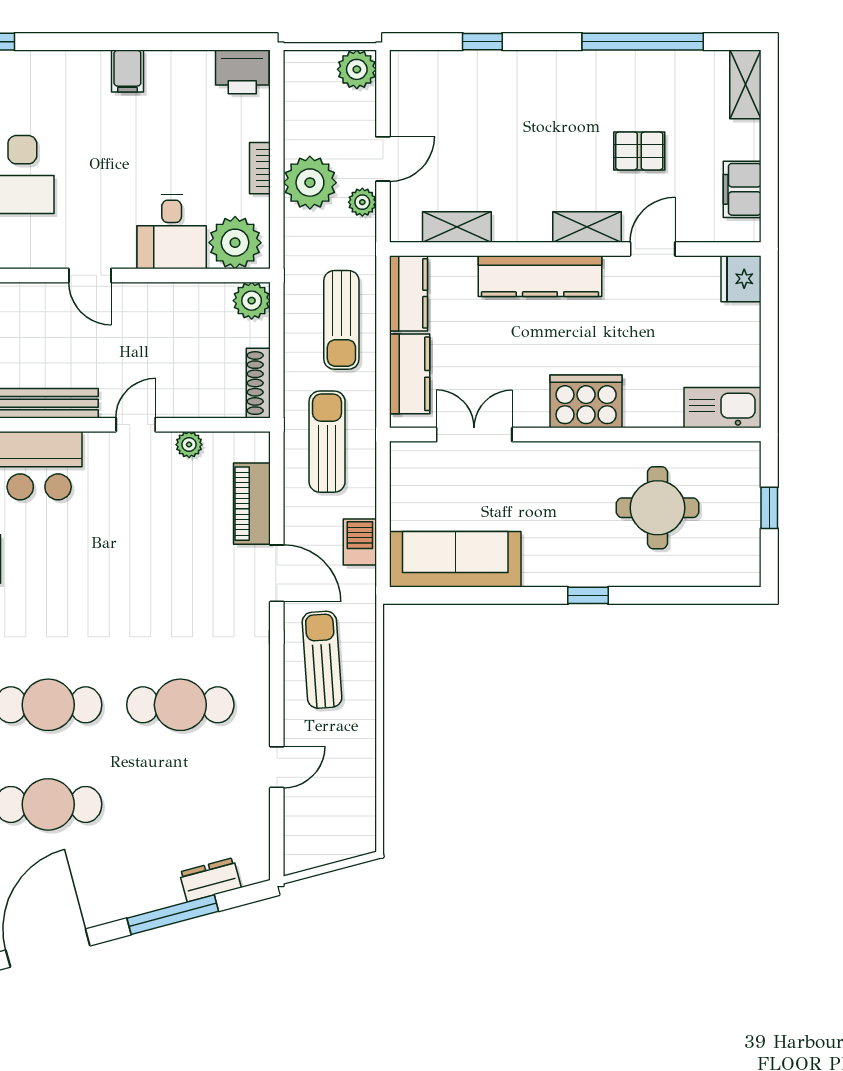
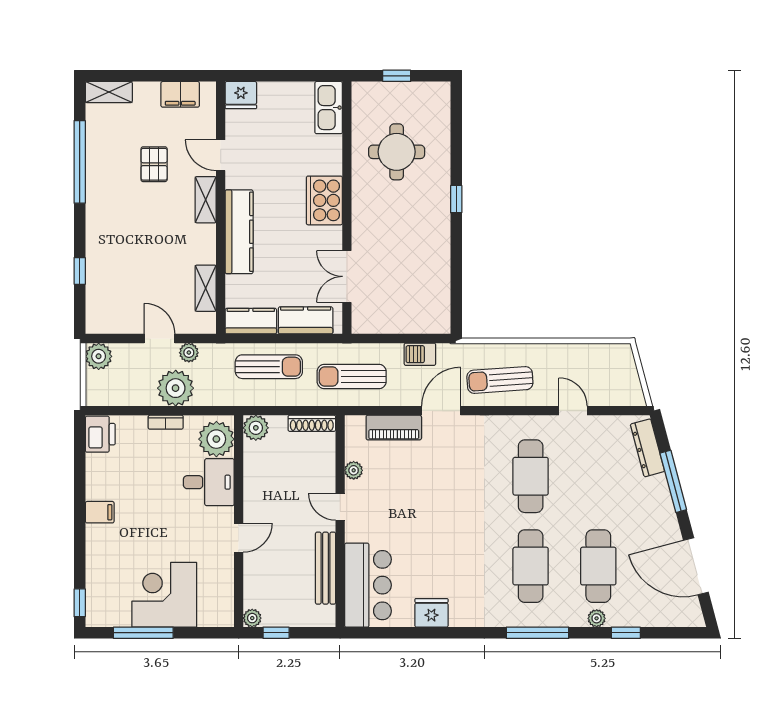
sofa: (455, 559) -> (432, 289), removed
dresser: (210, 880) -> (647, 448), width x1.44

